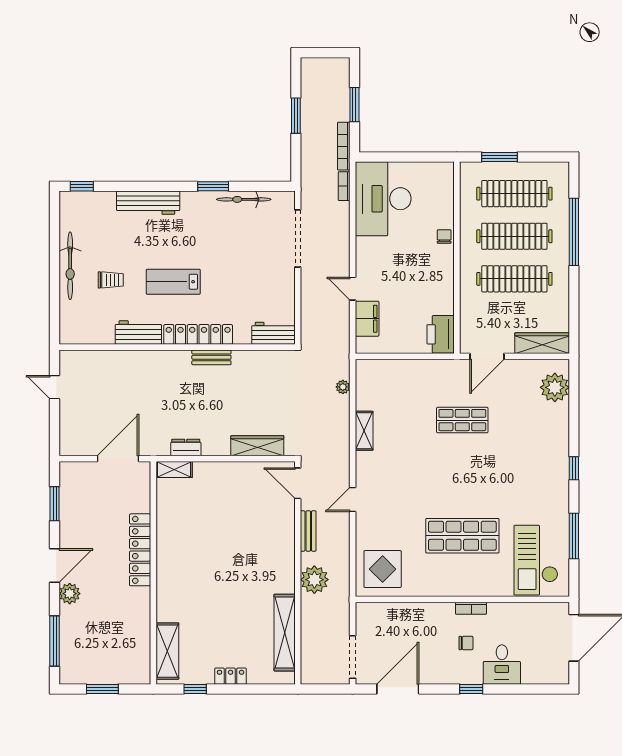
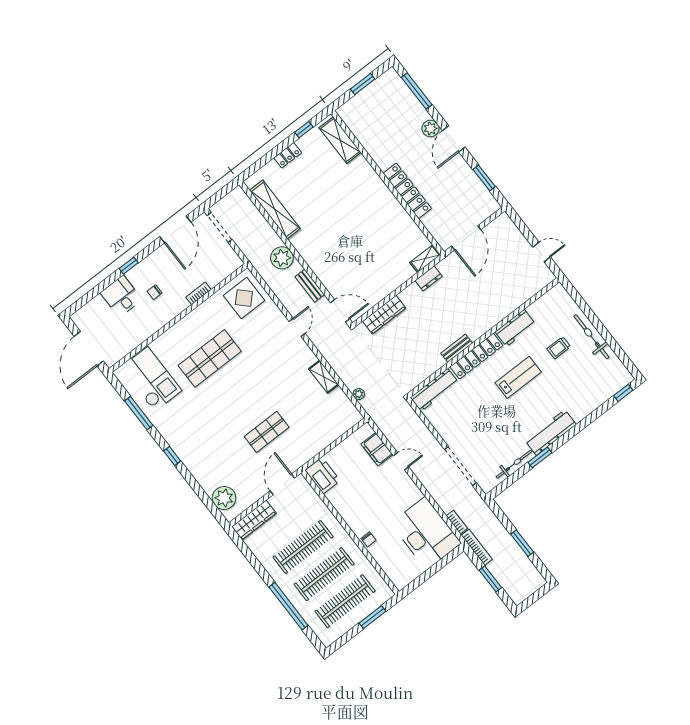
workbench: (148, 203) -> (550, 433), moved
workbench: (273, 333) -> (434, 390), width x1.38
bookcase: (471, 608) -> (198, 293), moved

